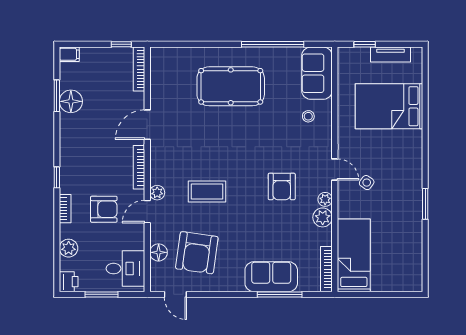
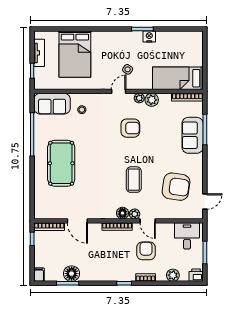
door: (147, 125) -> (77, 221), moved
nightstand: (414, 214) -> (149, 37), added
floor lamp: (159, 252) -> (122, 213), moved

